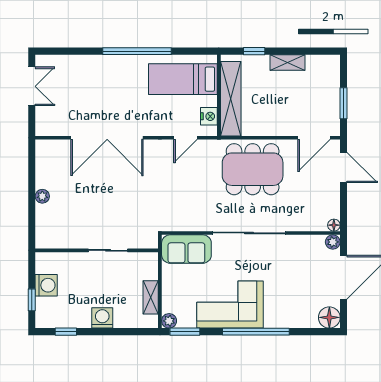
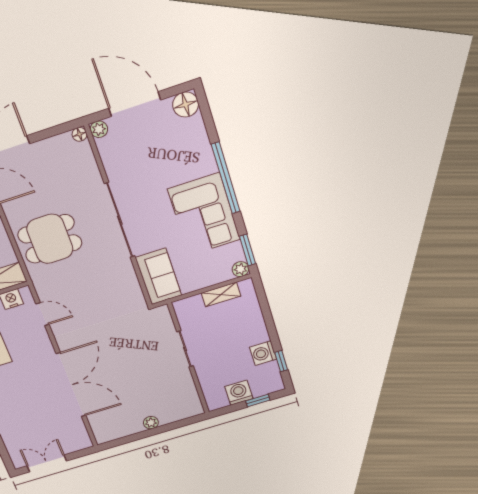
dining table: (253, 169) -> (50, 239), width x0.73
washing machine: (102, 318) -> (263, 353), moved

